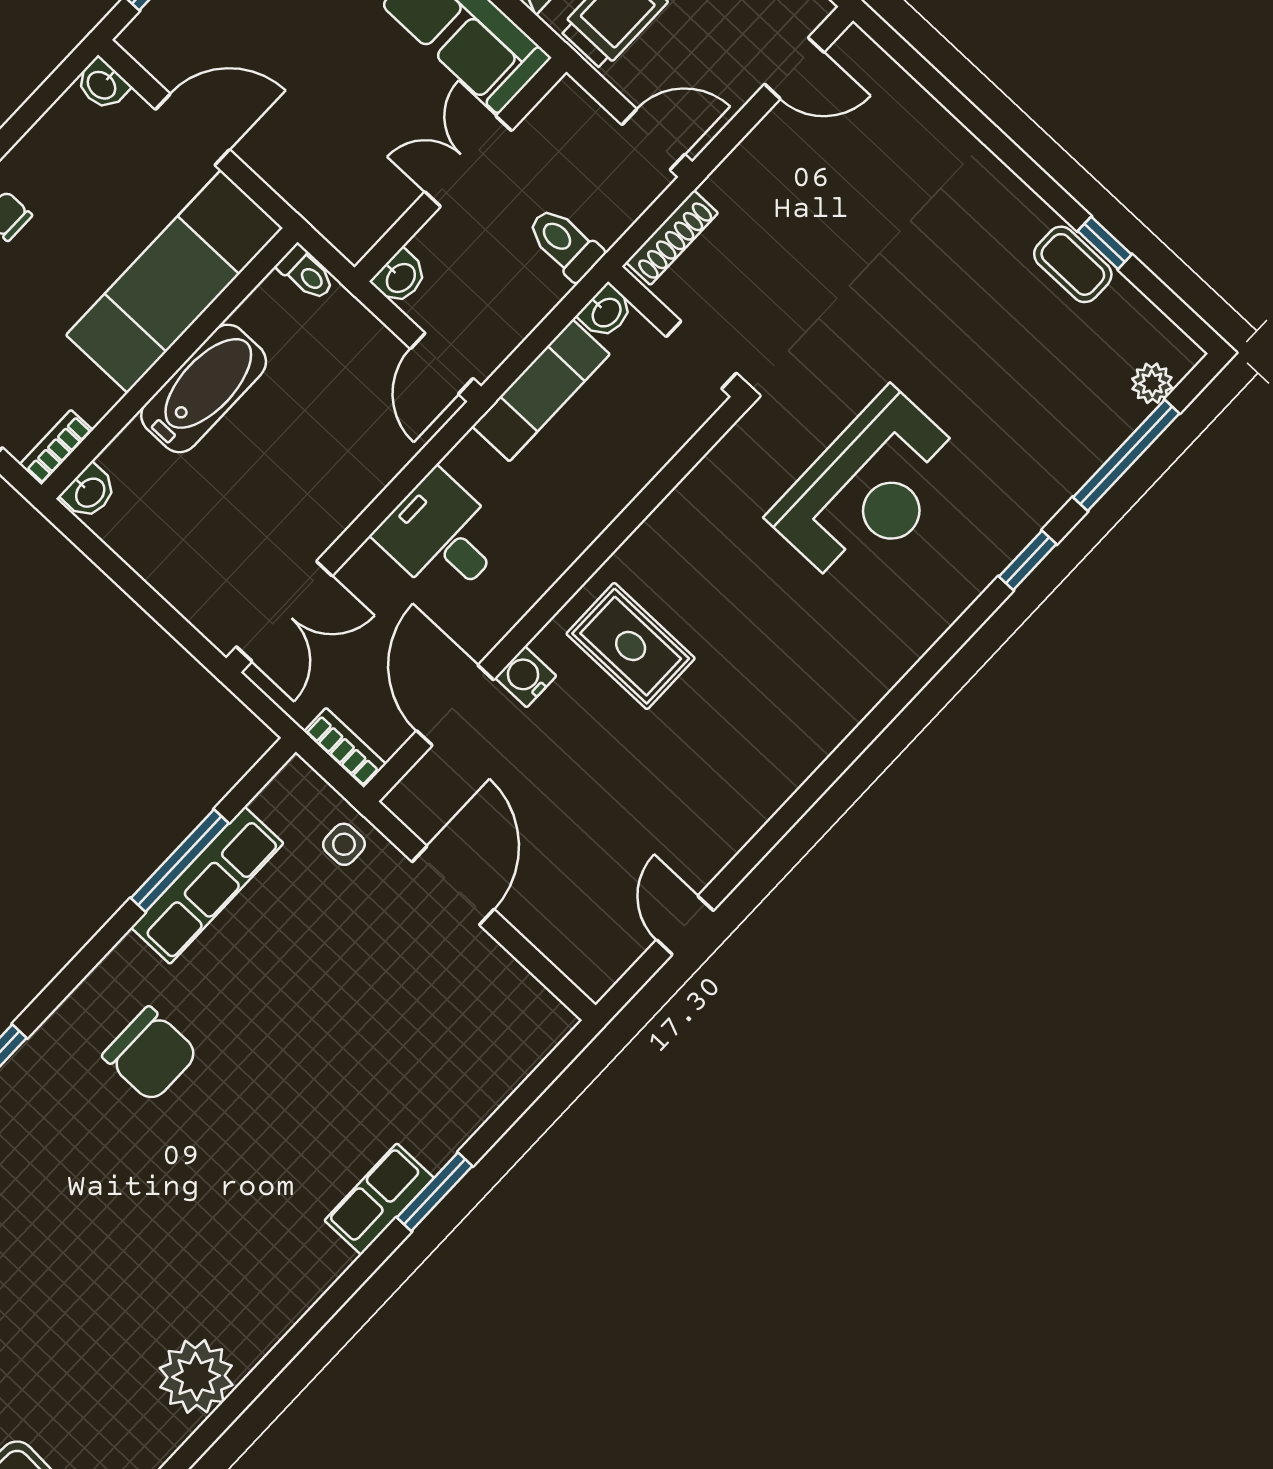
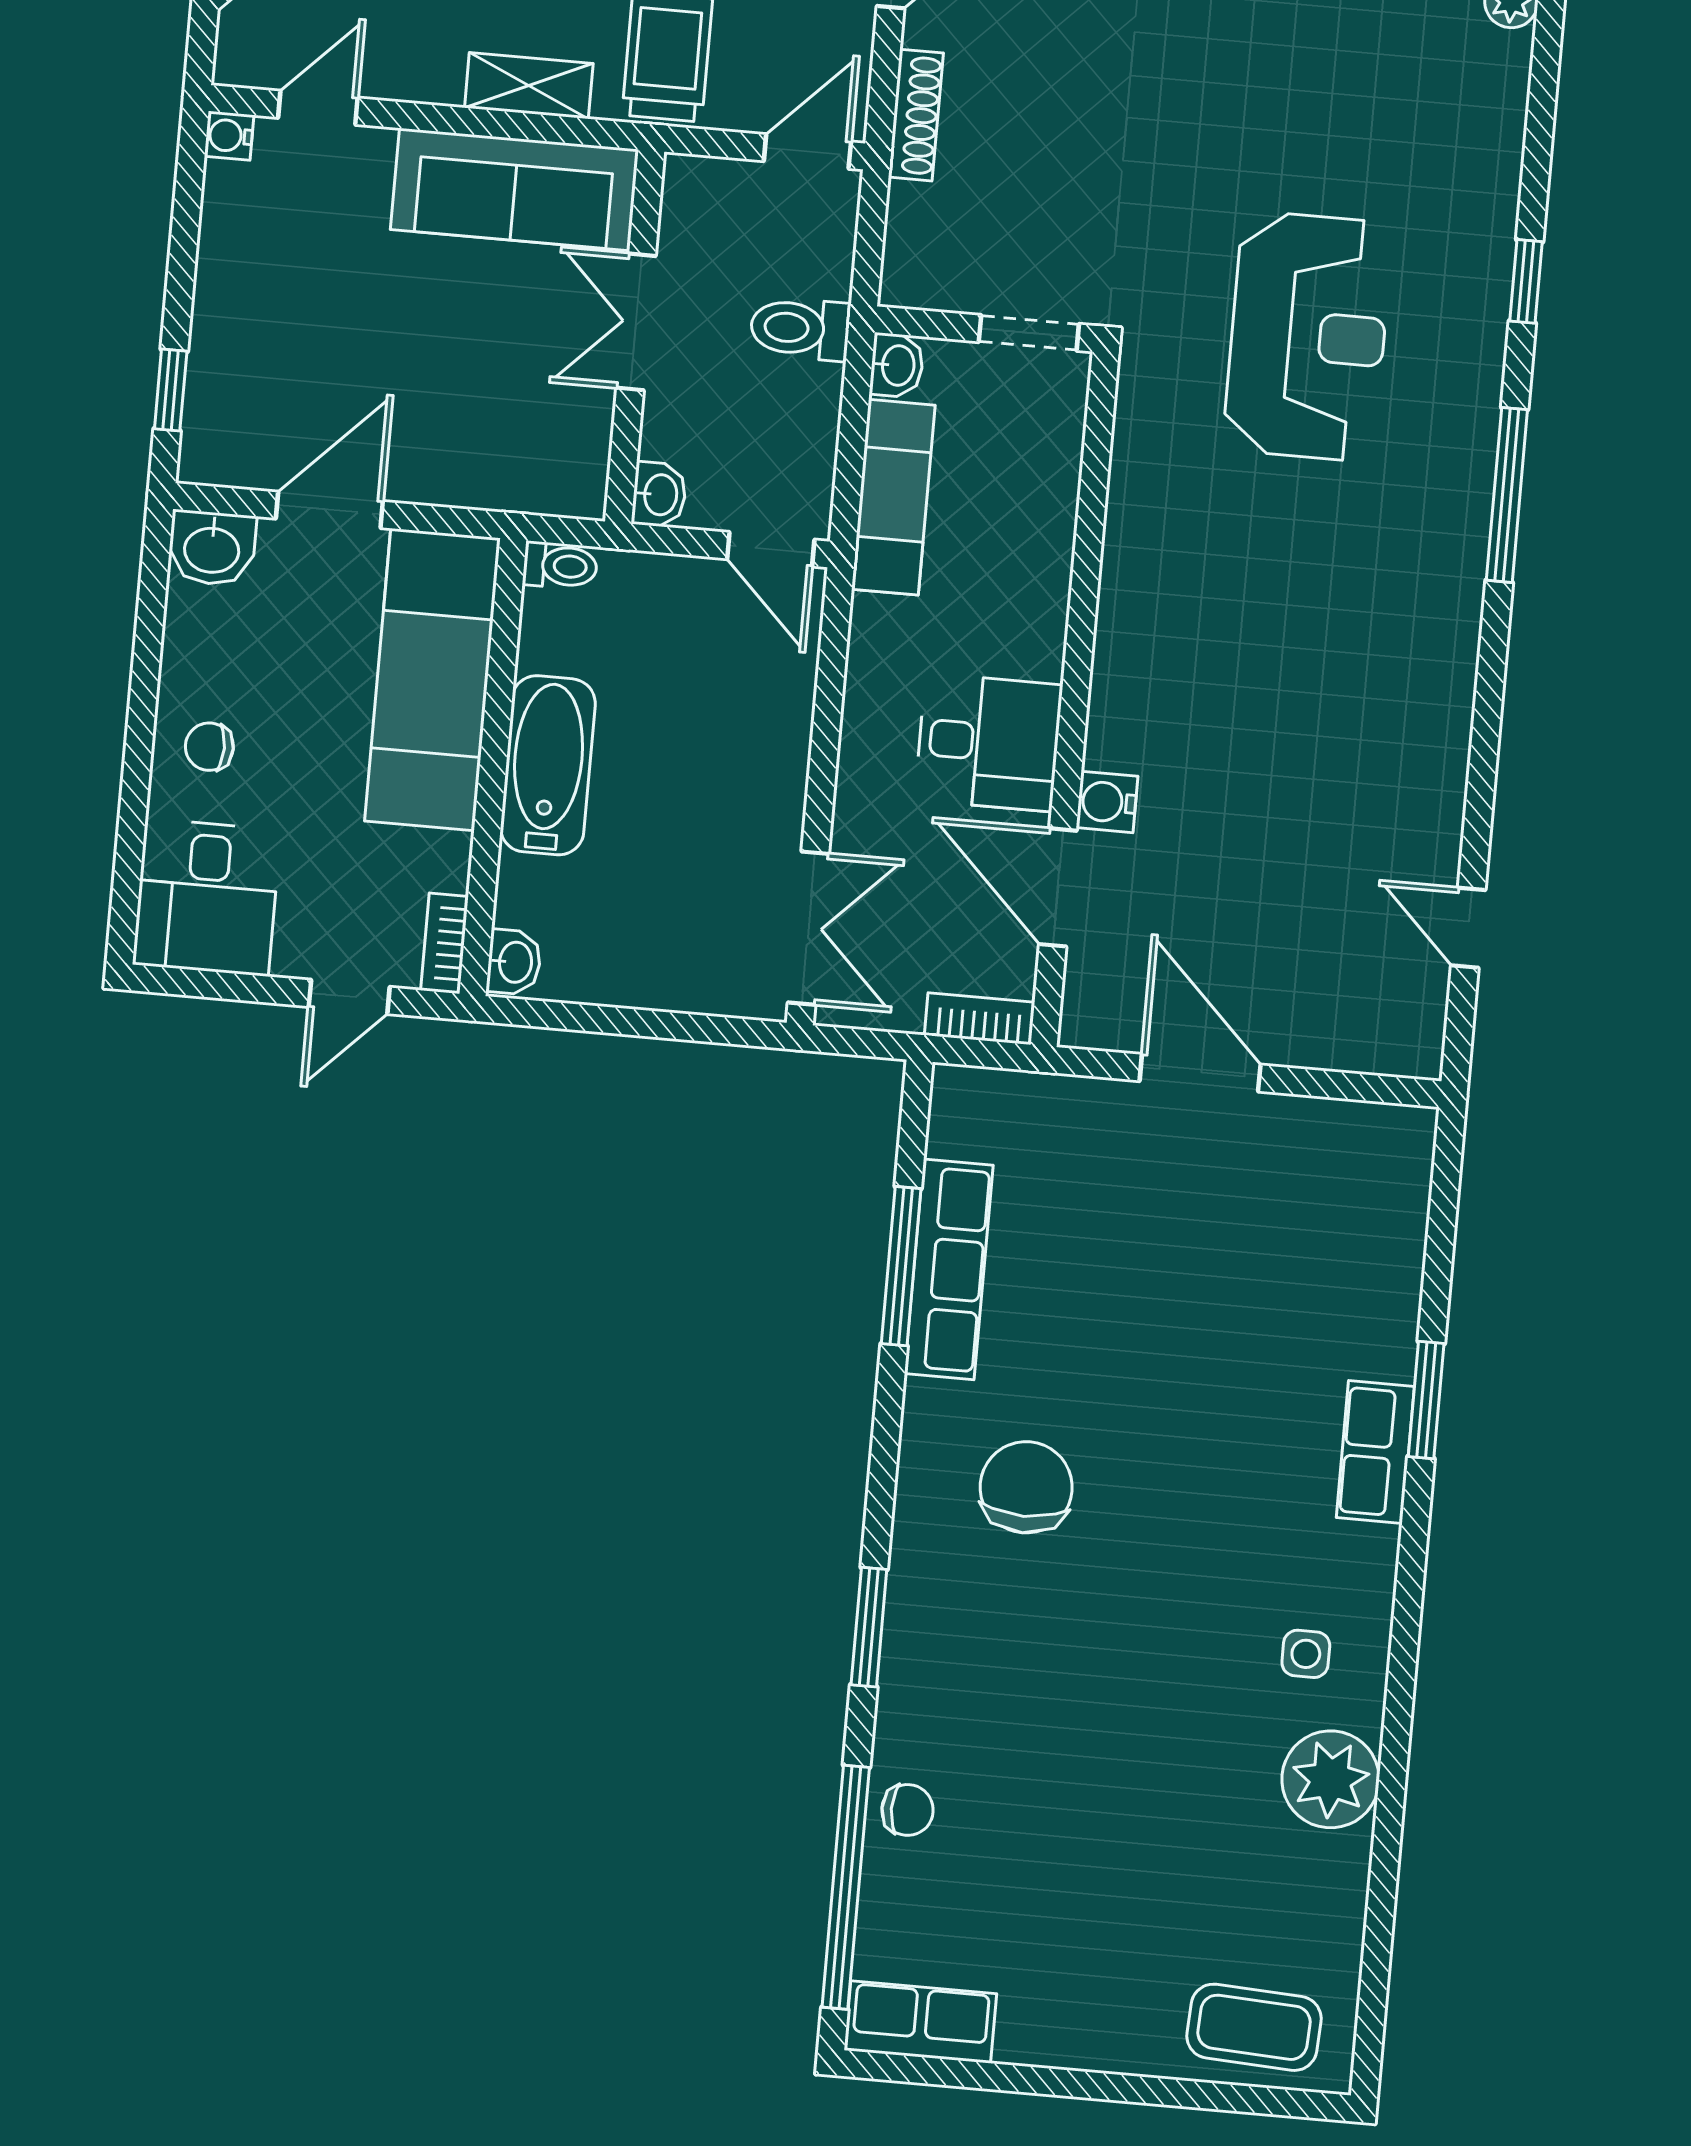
washbasin: (102, 84) -> (212, 548), width x1.38, depth x1.45
shoe rack: (672, 238) -> (916, 115), moved
window: (1126, 455) -> (1507, 495), moved
desk: (441, 536) -> (989, 742), moved, turned 180
rug: (631, 646) -> (1189, 686), removed
side table: (344, 844) -> (1306, 1654), moved
chair: (150, 1054) -> (1026, 1487), turned -90

